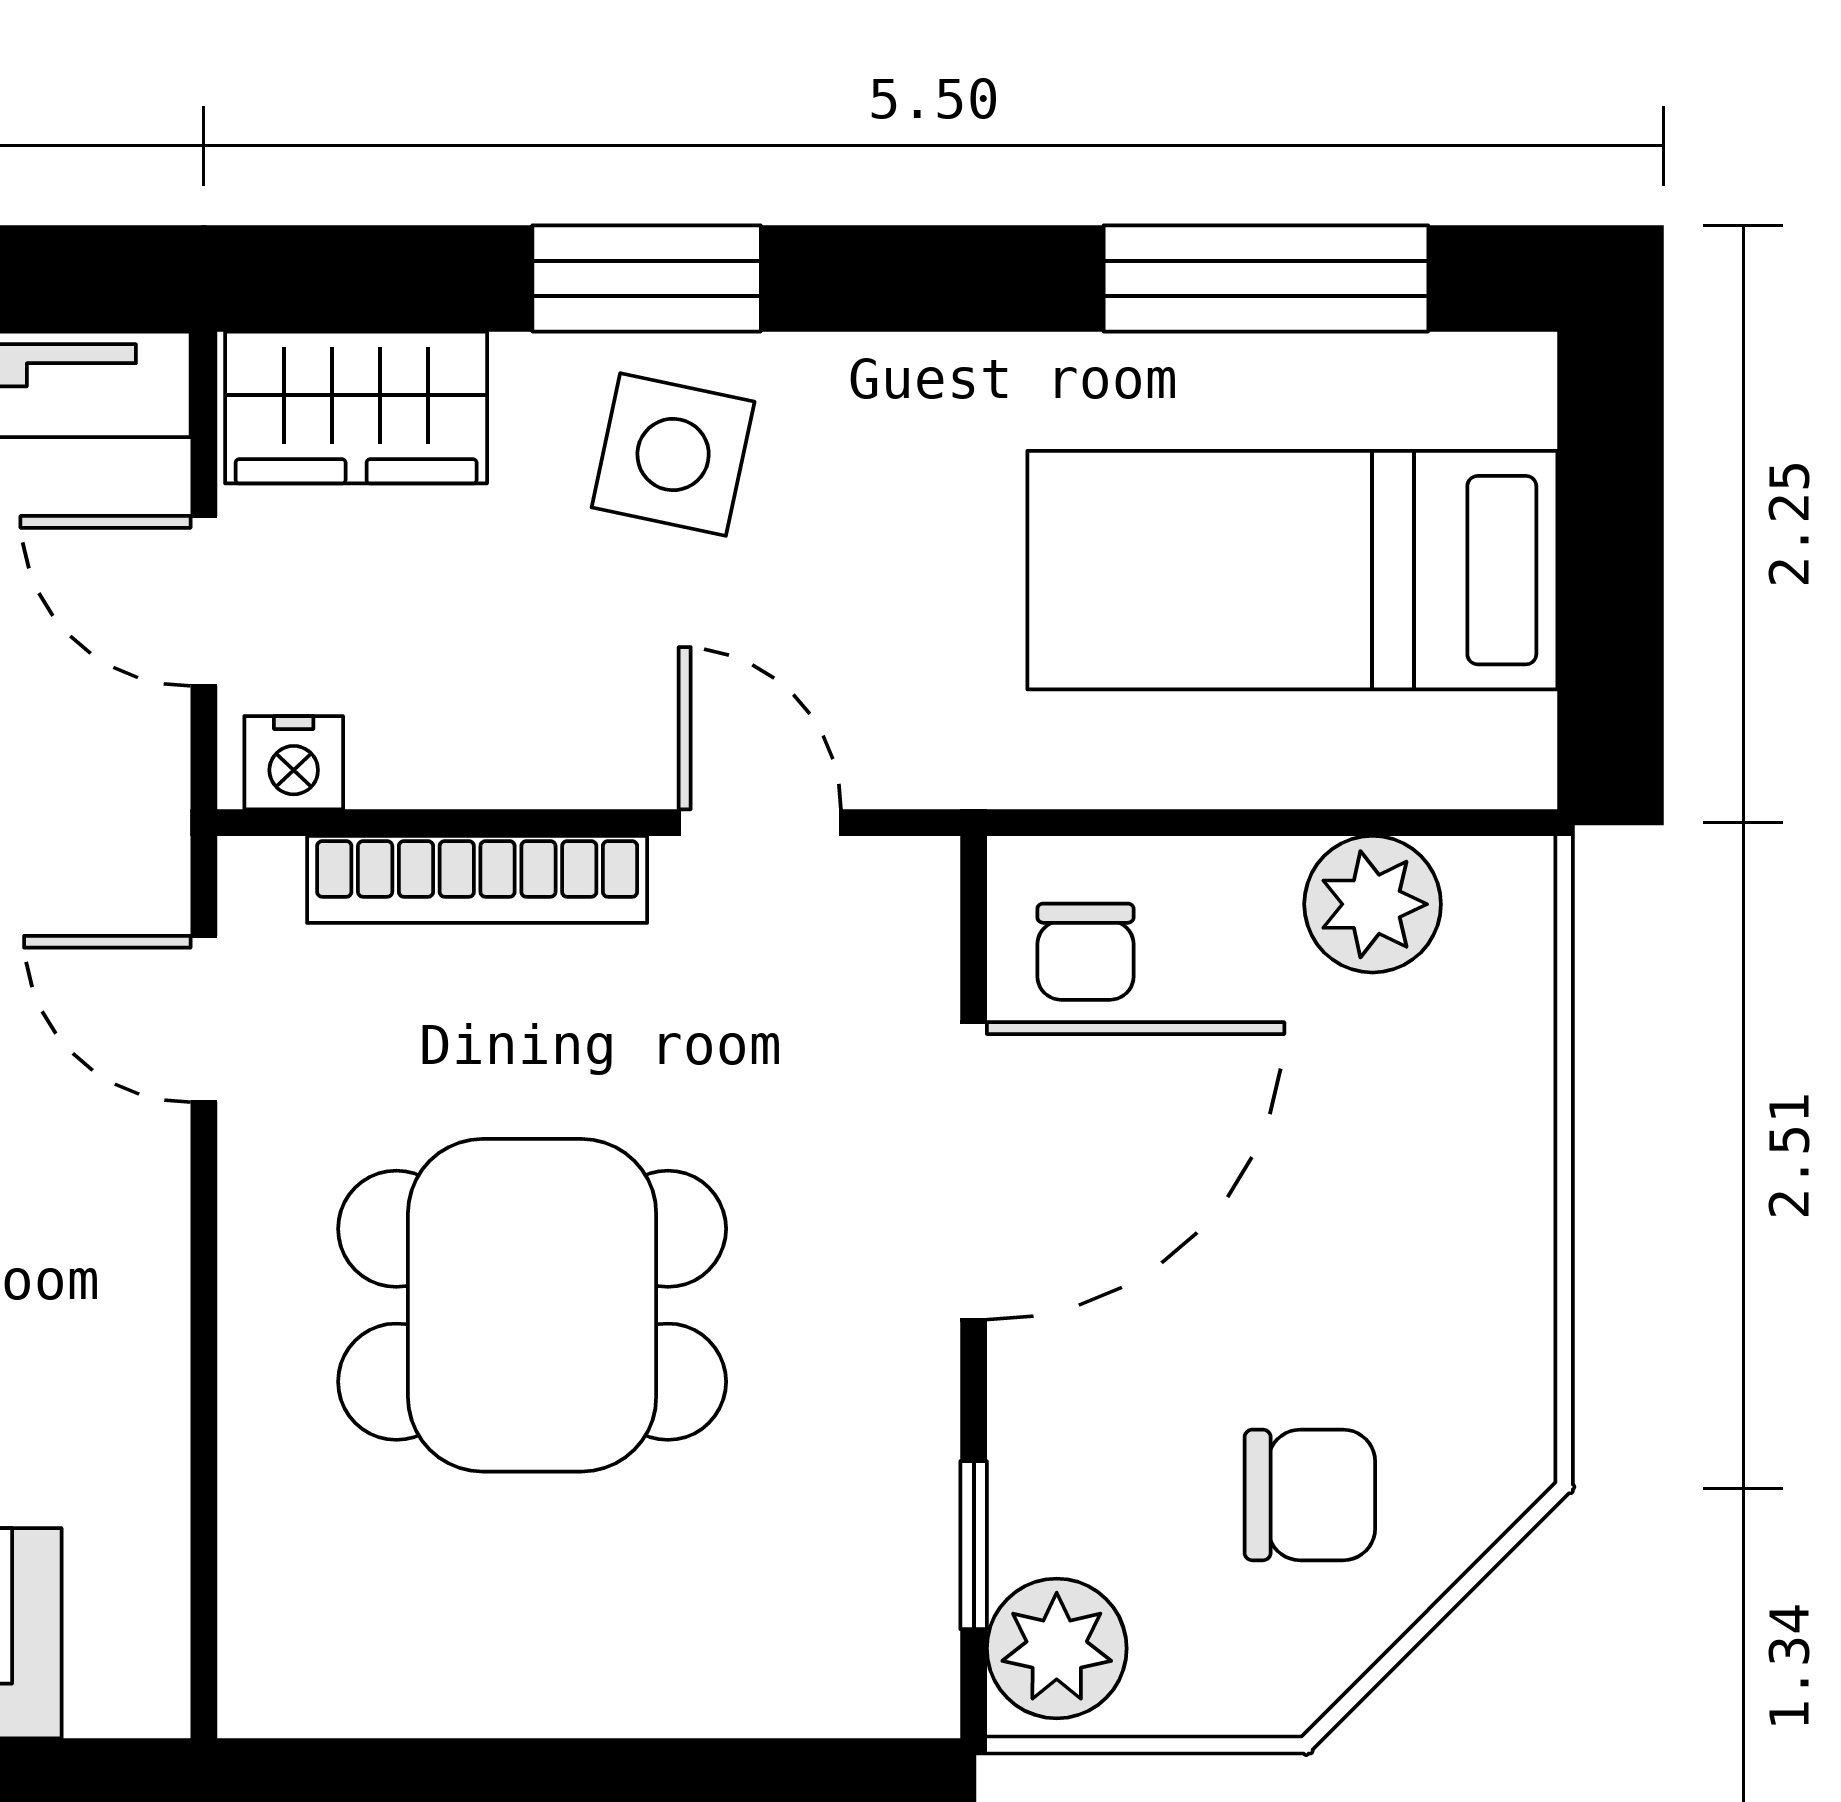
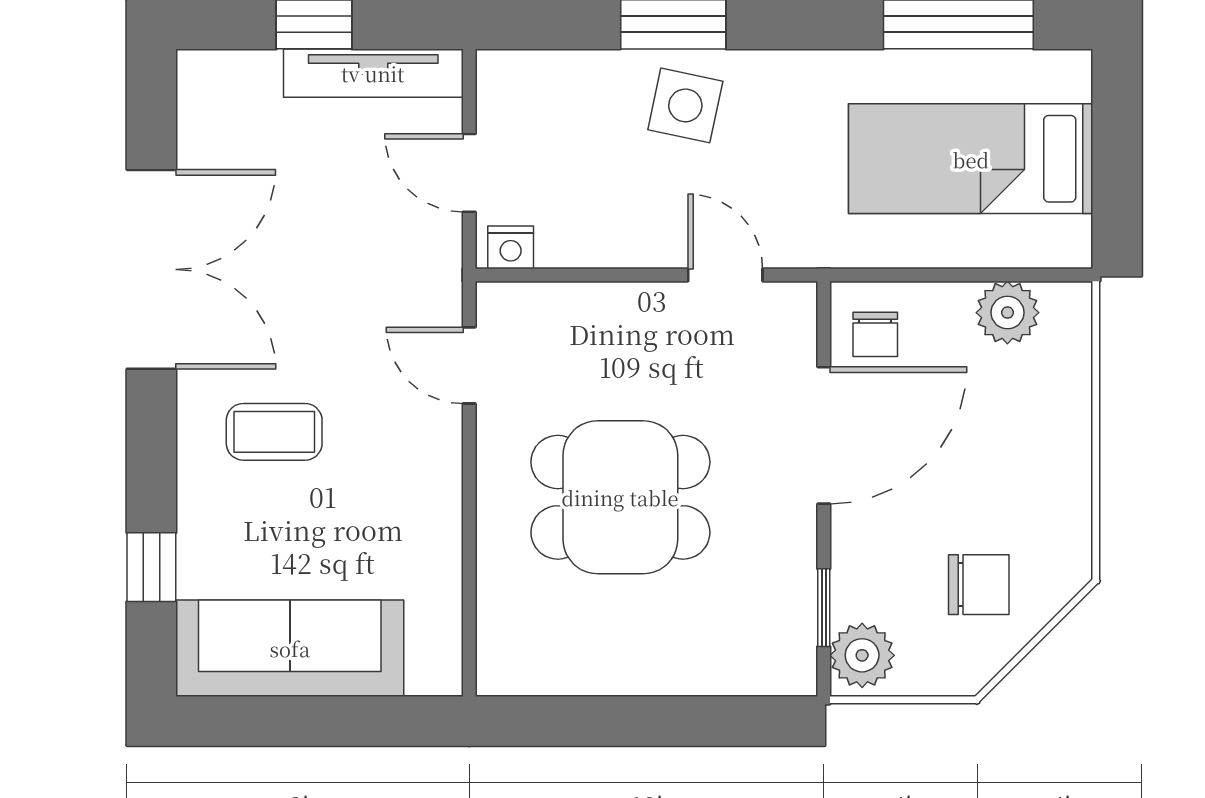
wardrobe: (356, 408) -> (539, 84), removed
bookcase: (477, 879) -> (595, 301), removed

